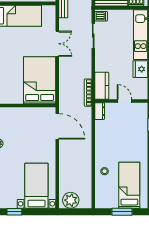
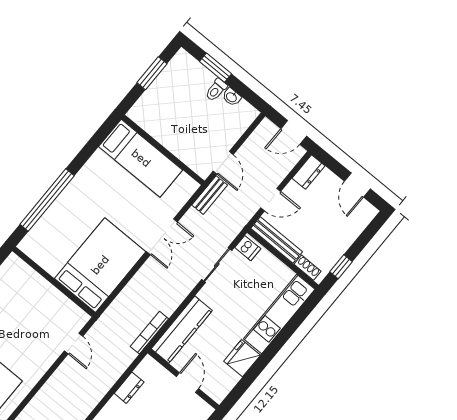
kitchen counter: (102, 86) -> (182, 330), width x1.50
dresser: (100, 111) -> (129, 388), moved
door: (57, 126) -> (74, 344), width x0.53

